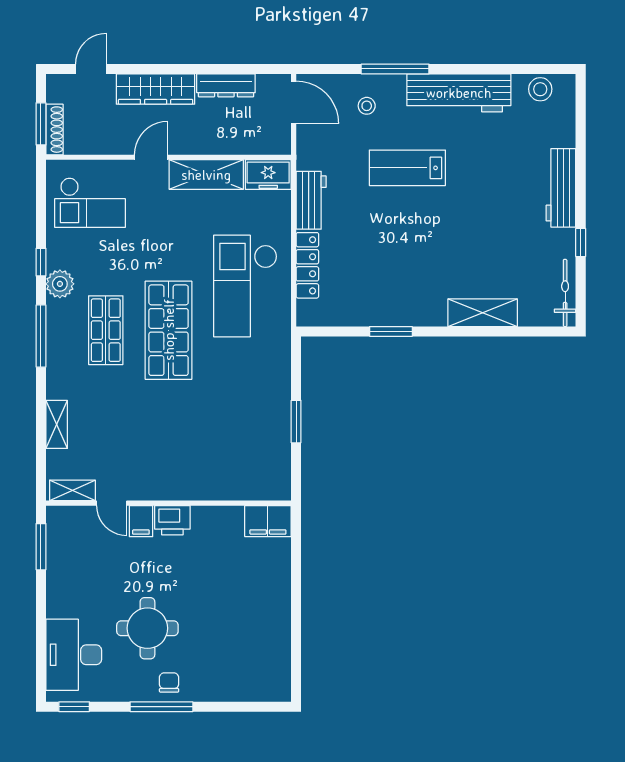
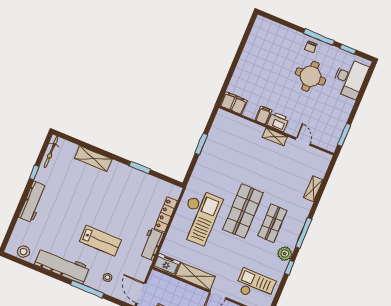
shelving: (72, 490) -> (275, 137), moved
filing cabinet: (141, 521) -> (263, 115), moved
window: (74, 707) -> (348, 49), moved

